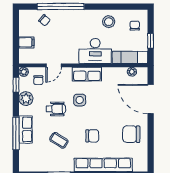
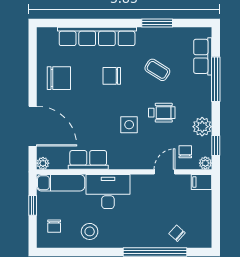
filing cabinet: (26, 42) -> (202, 182), moved
plant: (132, 72) -> (43, 163), moved
row of seats: (87, 74) -> (88, 160), moved
wheelchair: (56, 109) -> (162, 113), turned 180
row of seats: (26, 129) -> (203, 56), moved

